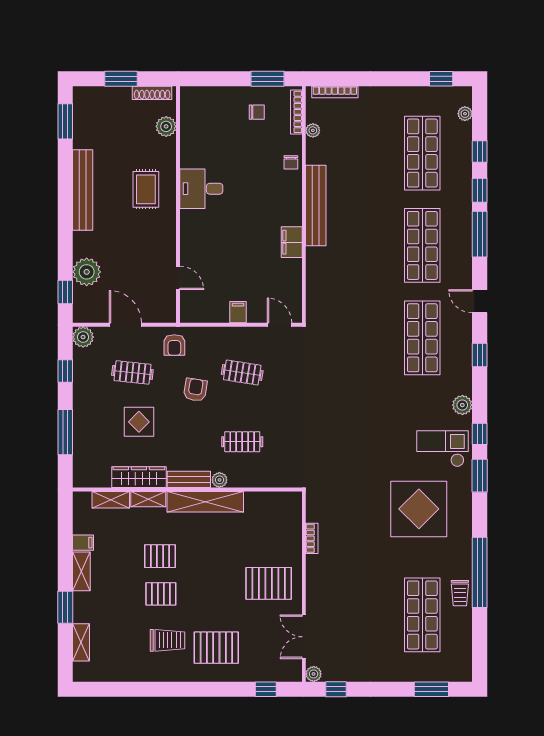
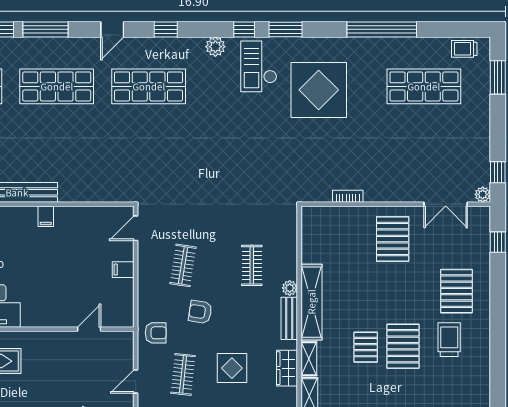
filing cabinet: (292, 242) -> (46, 216), width x0.50
door: (125, 325) -> (136, 381), width x0.73
wardrobe: (139, 477) -> (287, 368), width x0.67
trolley: (460, 593) -> (464, 49), moved, turned 180
pallet: (161, 594) -> (403, 346), width x1.50, depth x1.42

